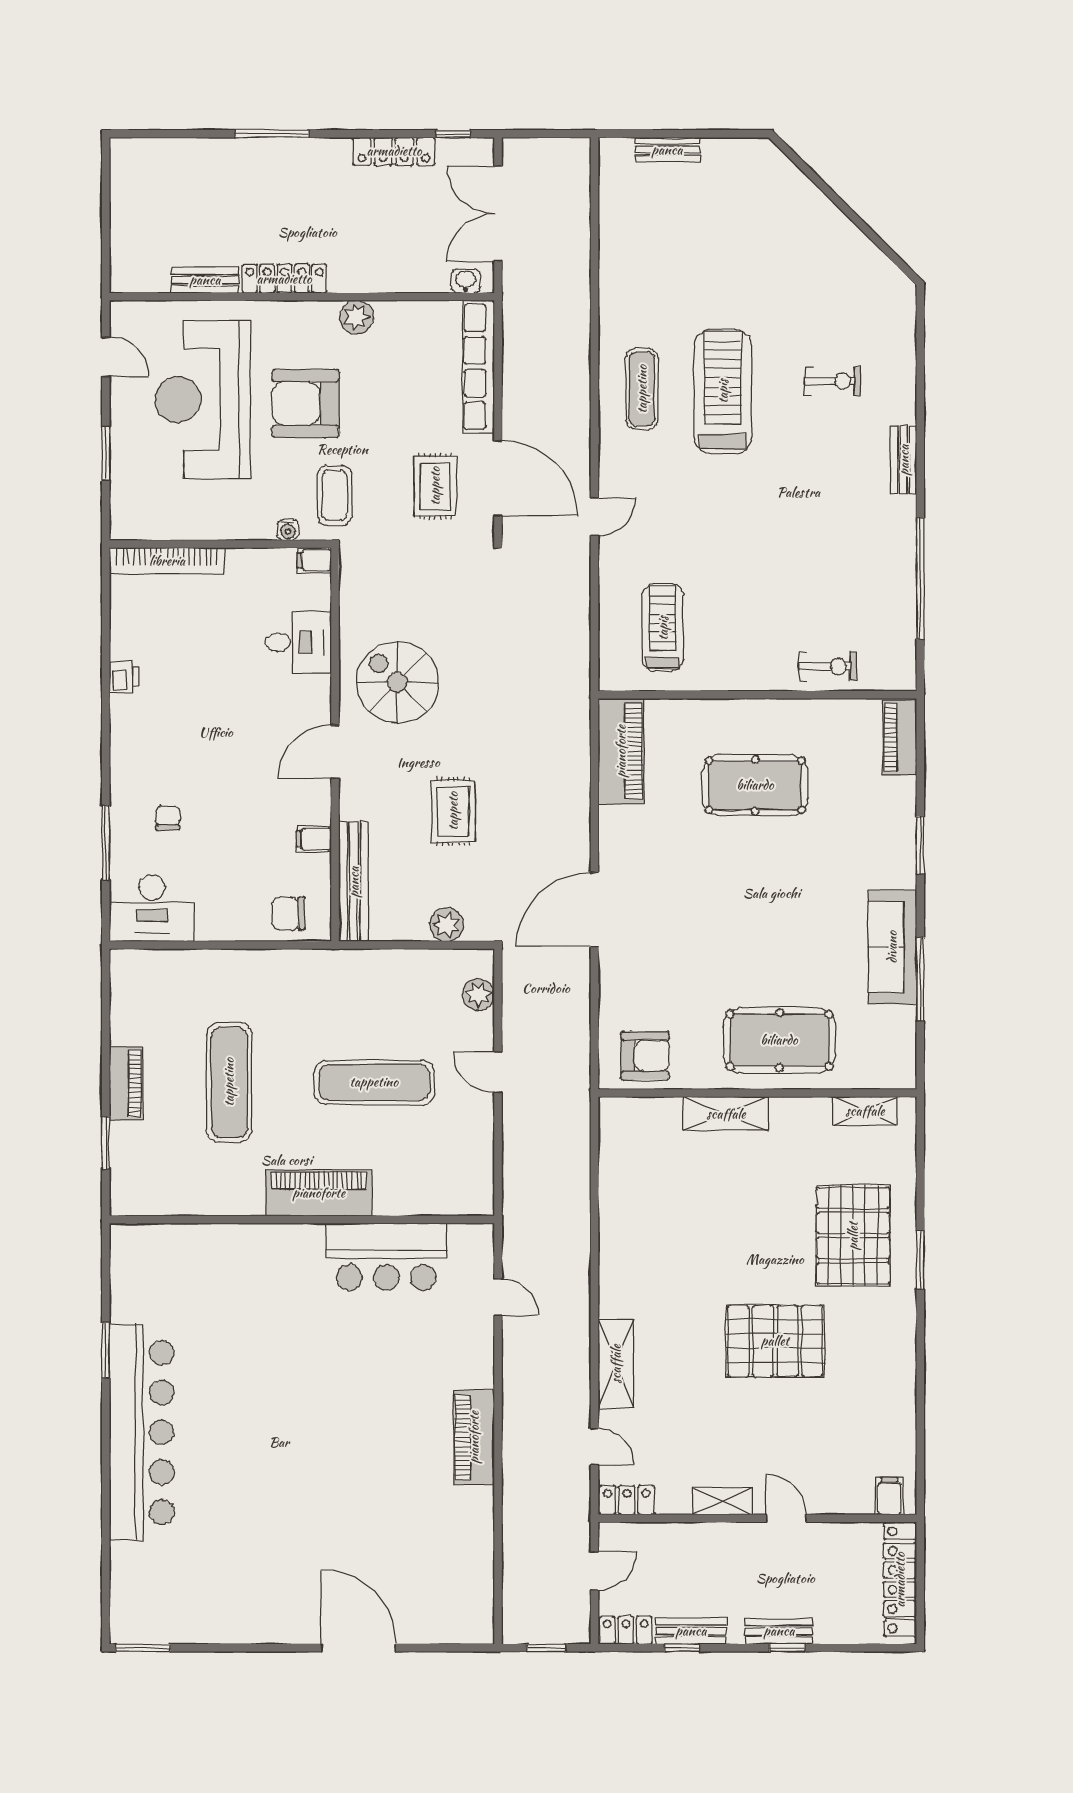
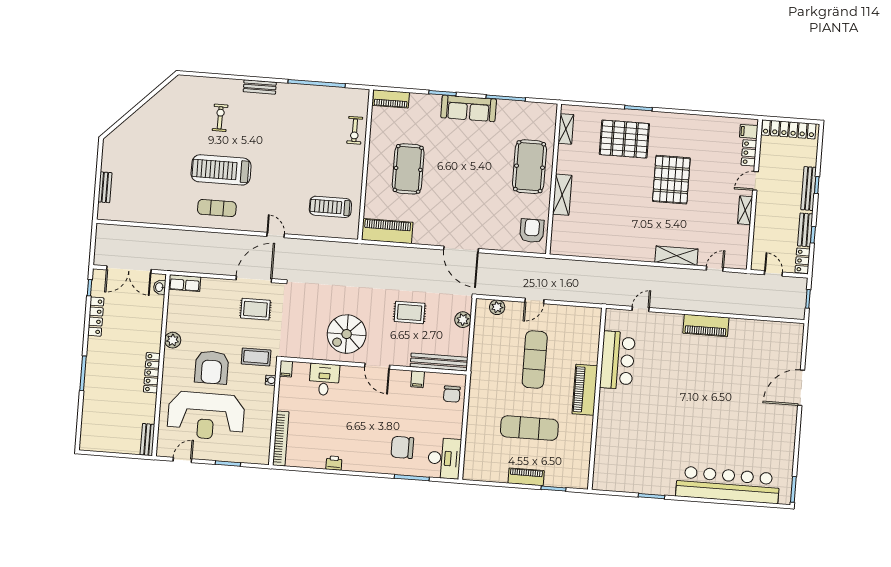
bench: (205, 280) -> (147, 440), moved
row of seats: (479, 367) -> (185, 283), width x0.50
exercise bike: (828, 666) -> (355, 130), turned 180
chair: (168, 818) -> (402, 447), width x1.87, depth x1.87
sofa: (892, 947) -> (469, 108), moved
bar counter: (142, 1432) -> (728, 485), moved
locker: (627, 1500) -> (749, 153), moved
bench: (779, 1631) -> (809, 189), width x1.36

